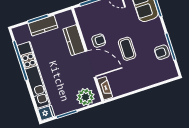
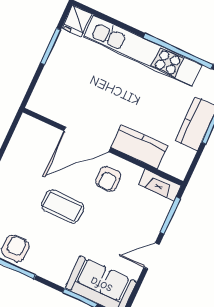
fireplace: (105, 88) -> (160, 185), moved
plant: (85, 97) -> (50, 92), removed

